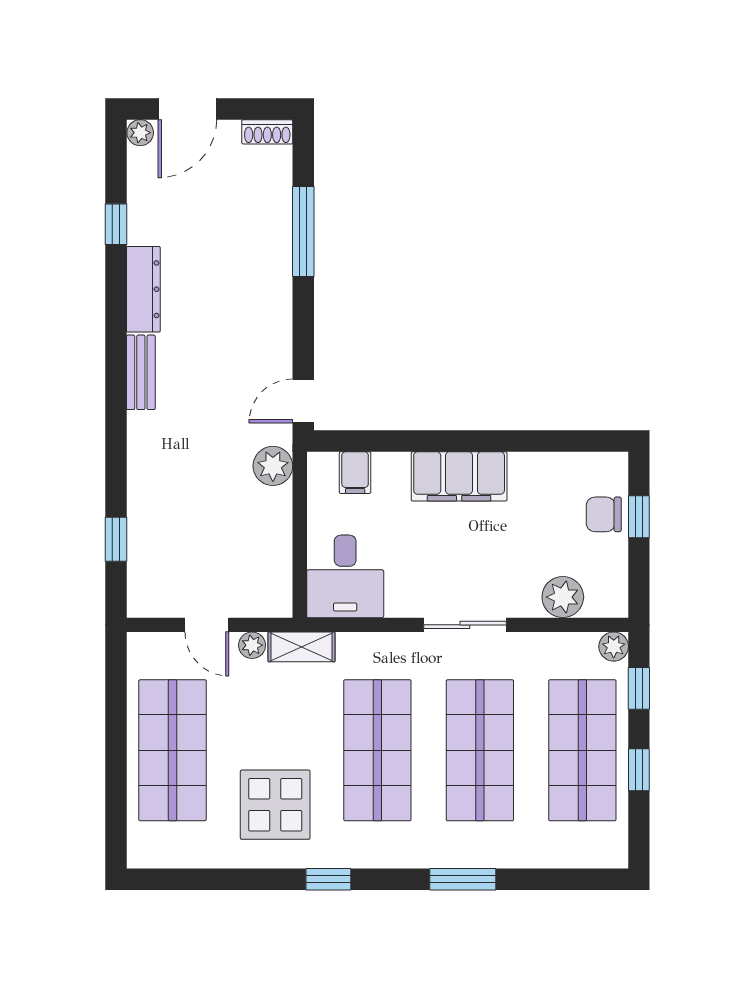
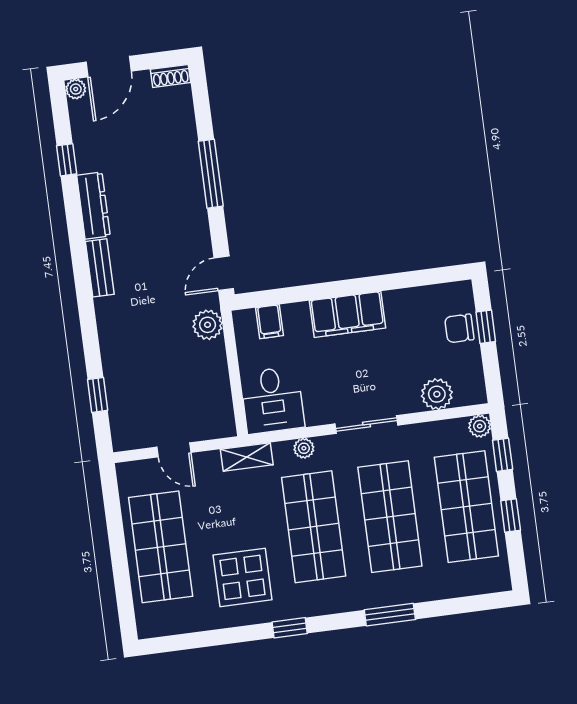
window: (303, 231) -> (211, 174), moved
plant: (252, 645) -> (304, 448), moved

